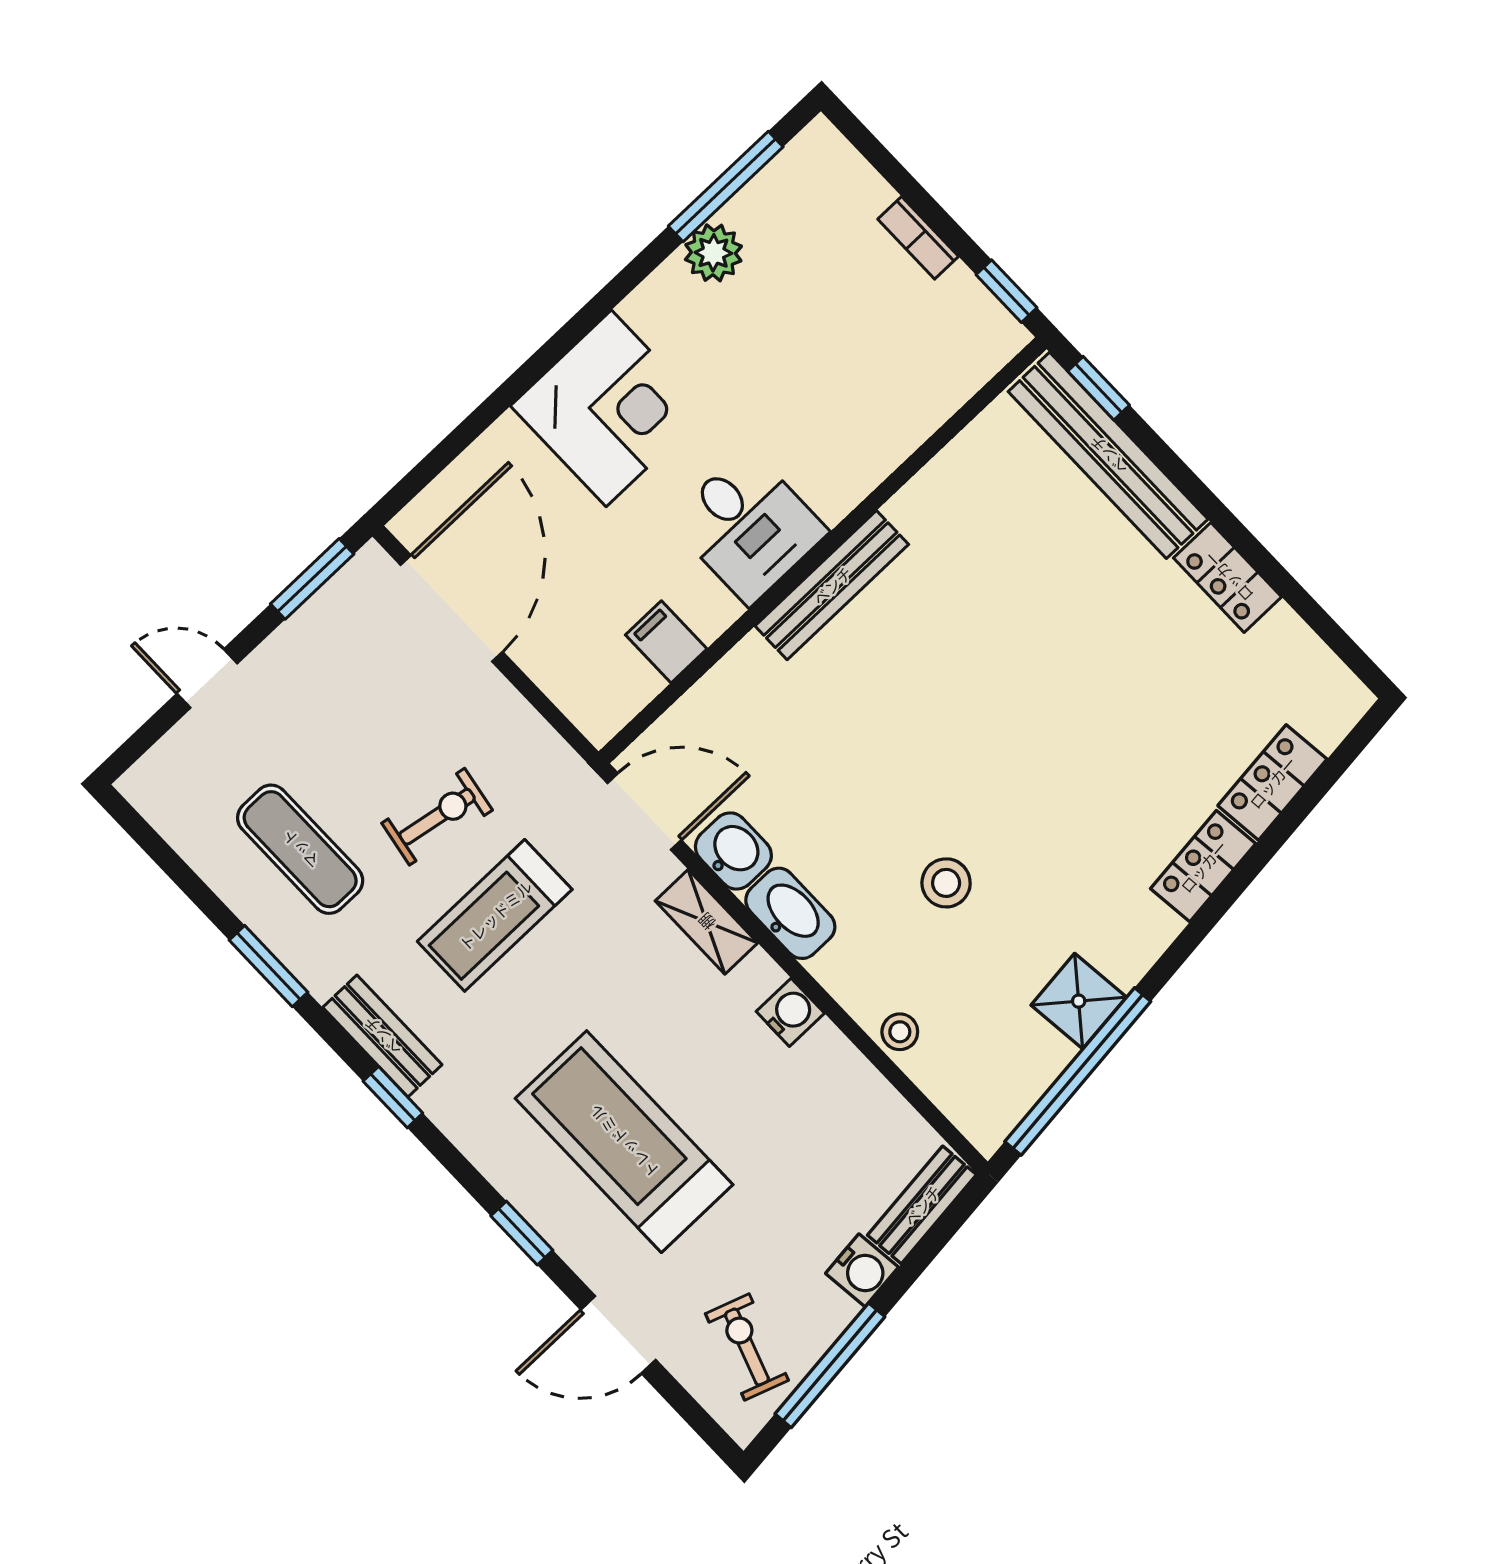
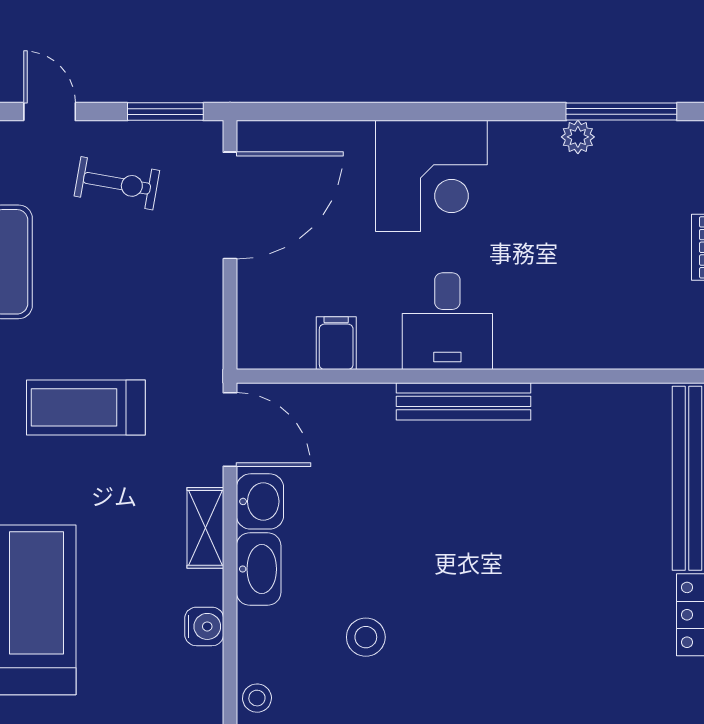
plant: (713, 253) -> (578, 137), width x0.73, depth x0.73
exercise bike: (437, 817) -> (117, 183), moved

